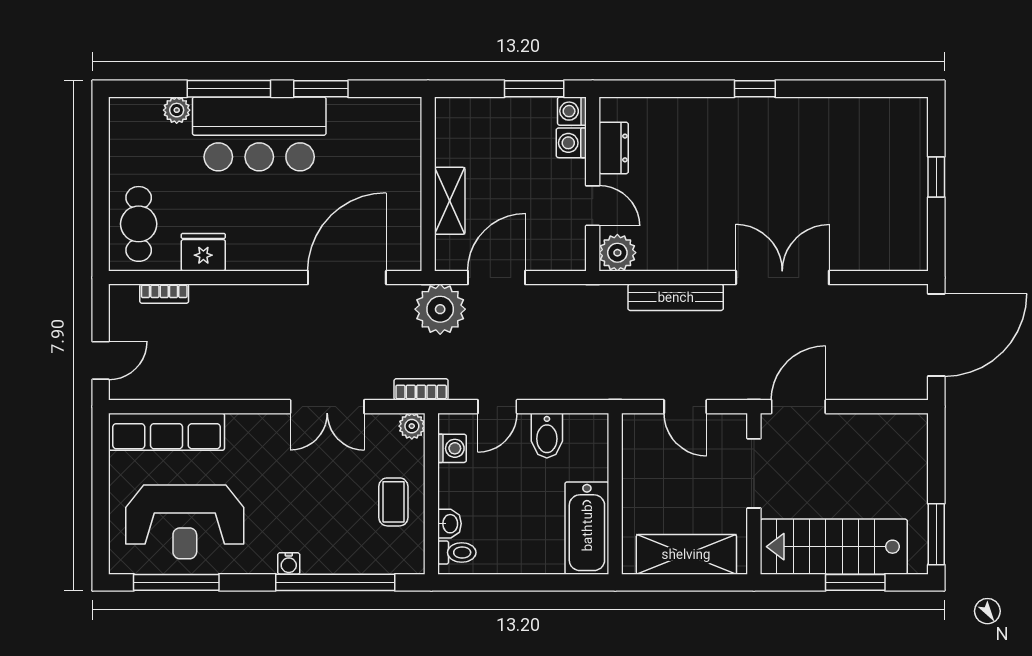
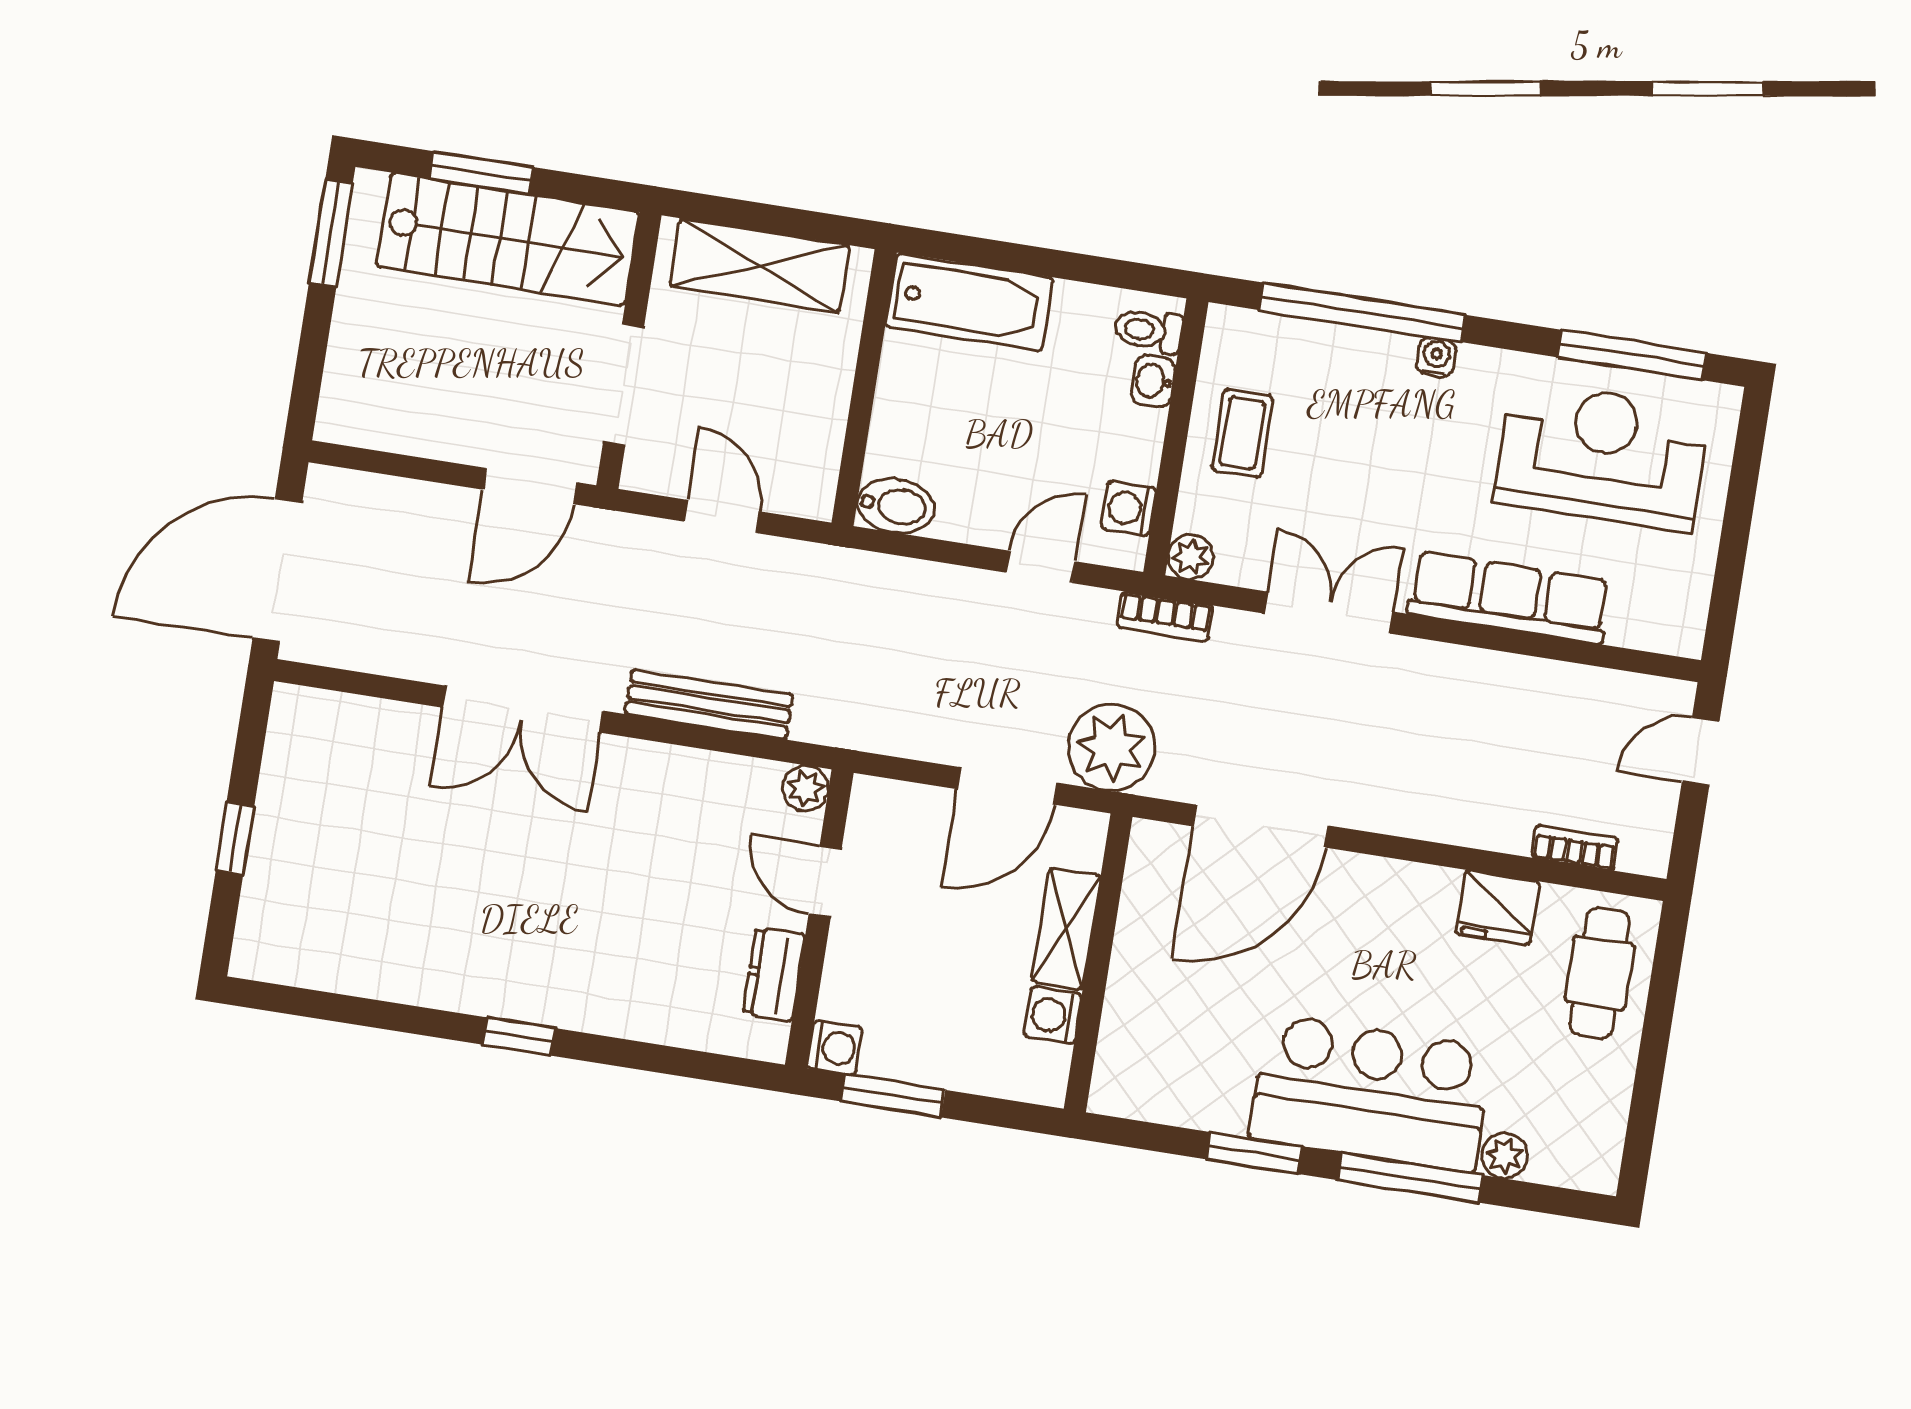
washing machine: (571, 143) -> (1053, 1015), moved, turned 180
plant: (617, 253) -> (806, 788), width x0.73, depth x0.73
row of seats: (167, 432) -> (1509, 597), moved
bidet: (547, 436) -> (896, 506), moved, turned 90
bathtub: (587, 528) -> (969, 302), moved, turned 90

